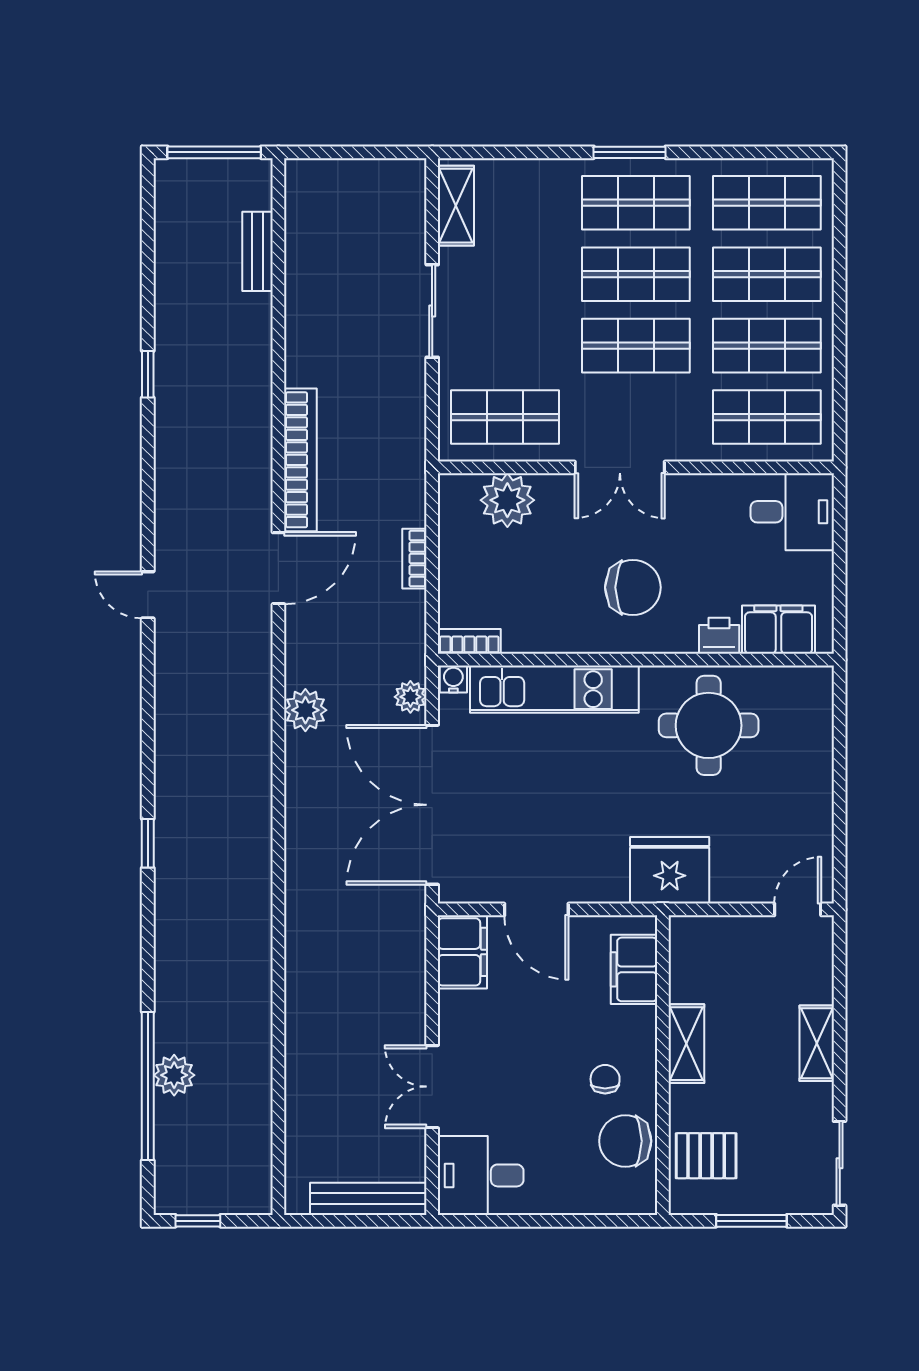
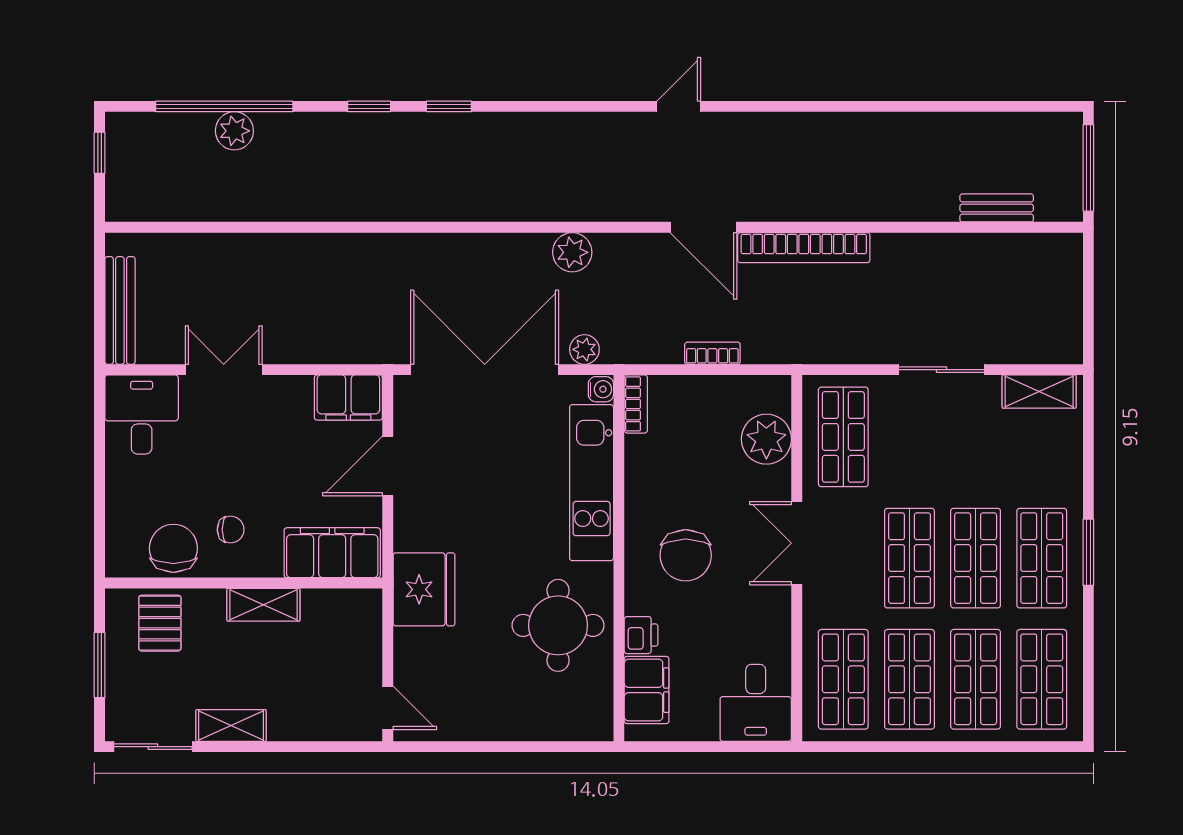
window: (148, 374) -> (369, 106), moved
filing cabinet: (634, 969) -> (332, 553), width x1.50, depth x1.17
shelving: (817, 1043) -> (231, 725), moved

